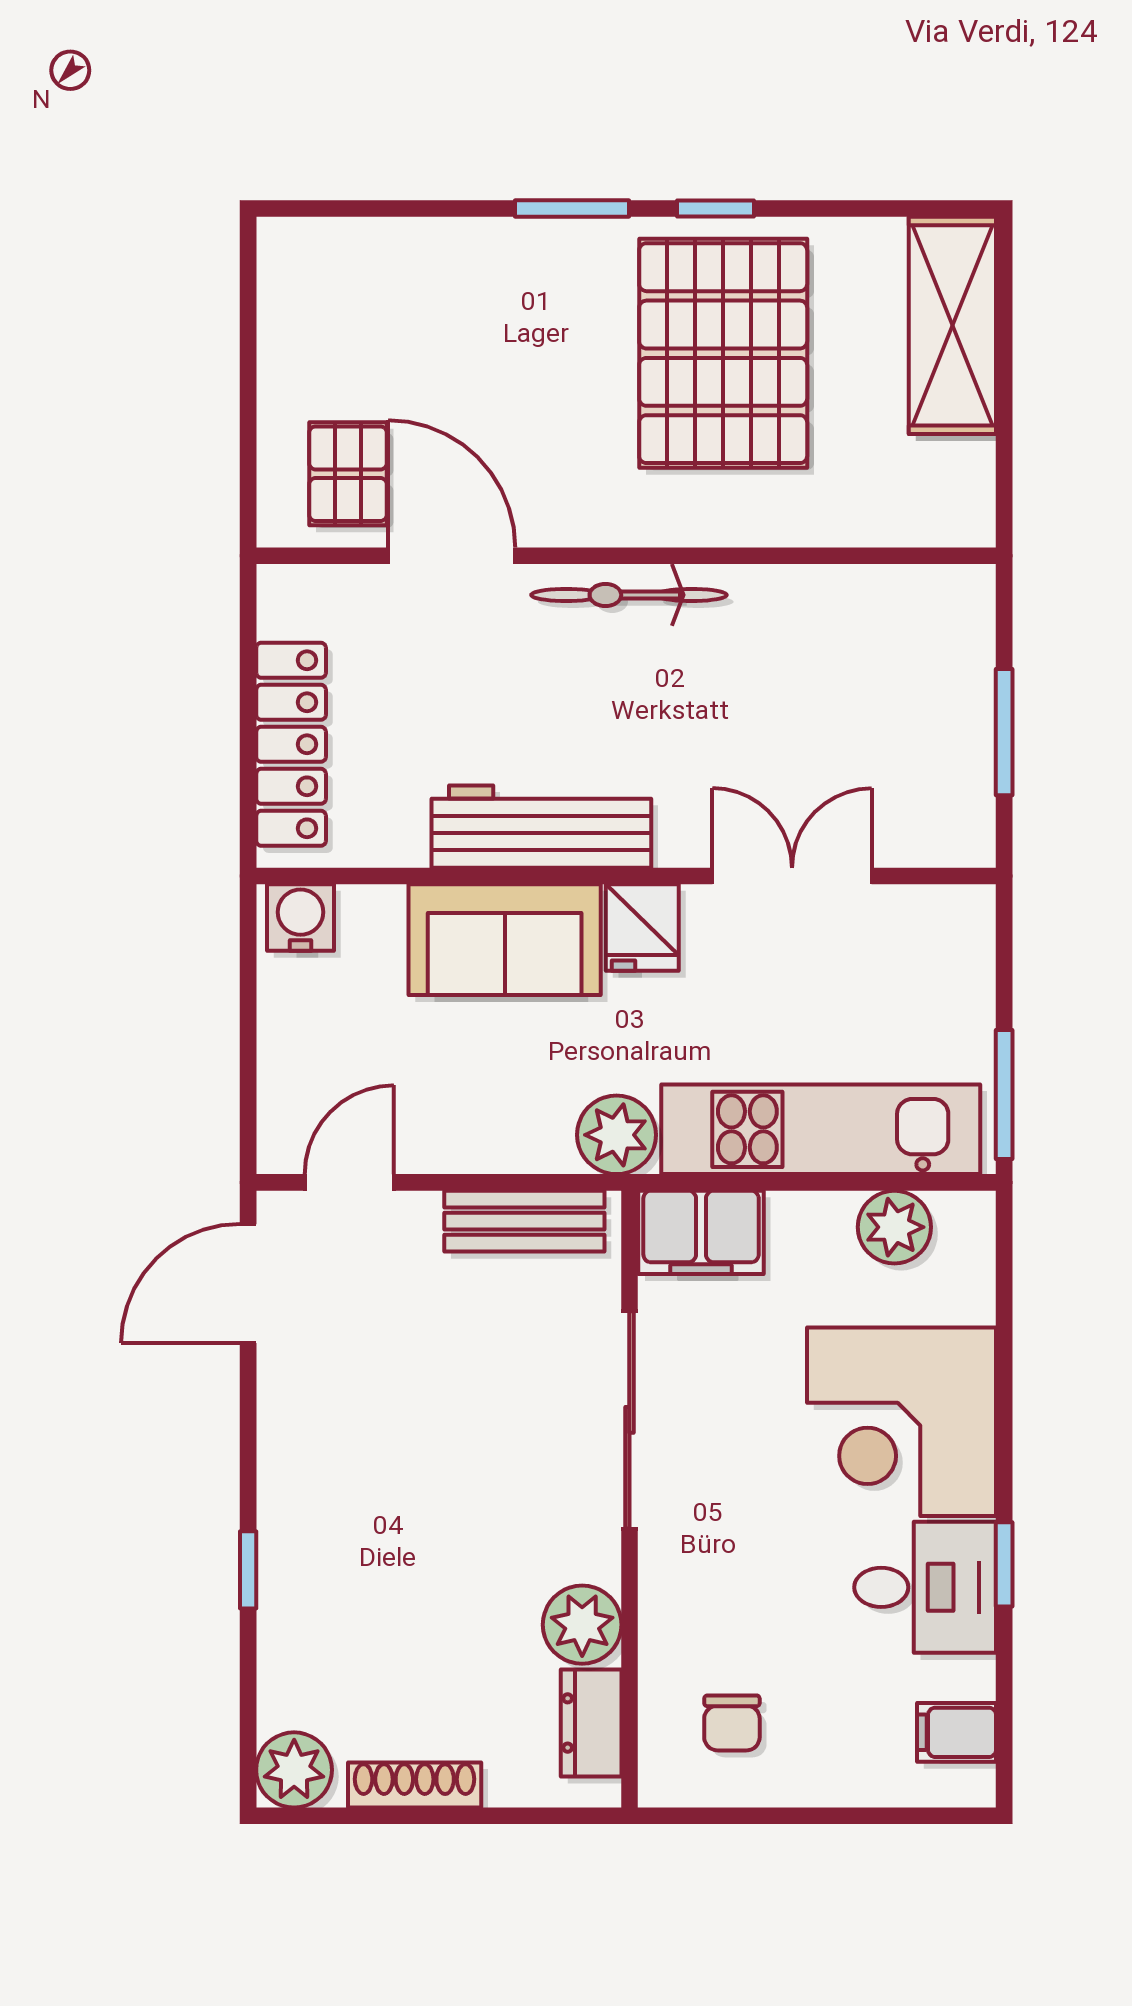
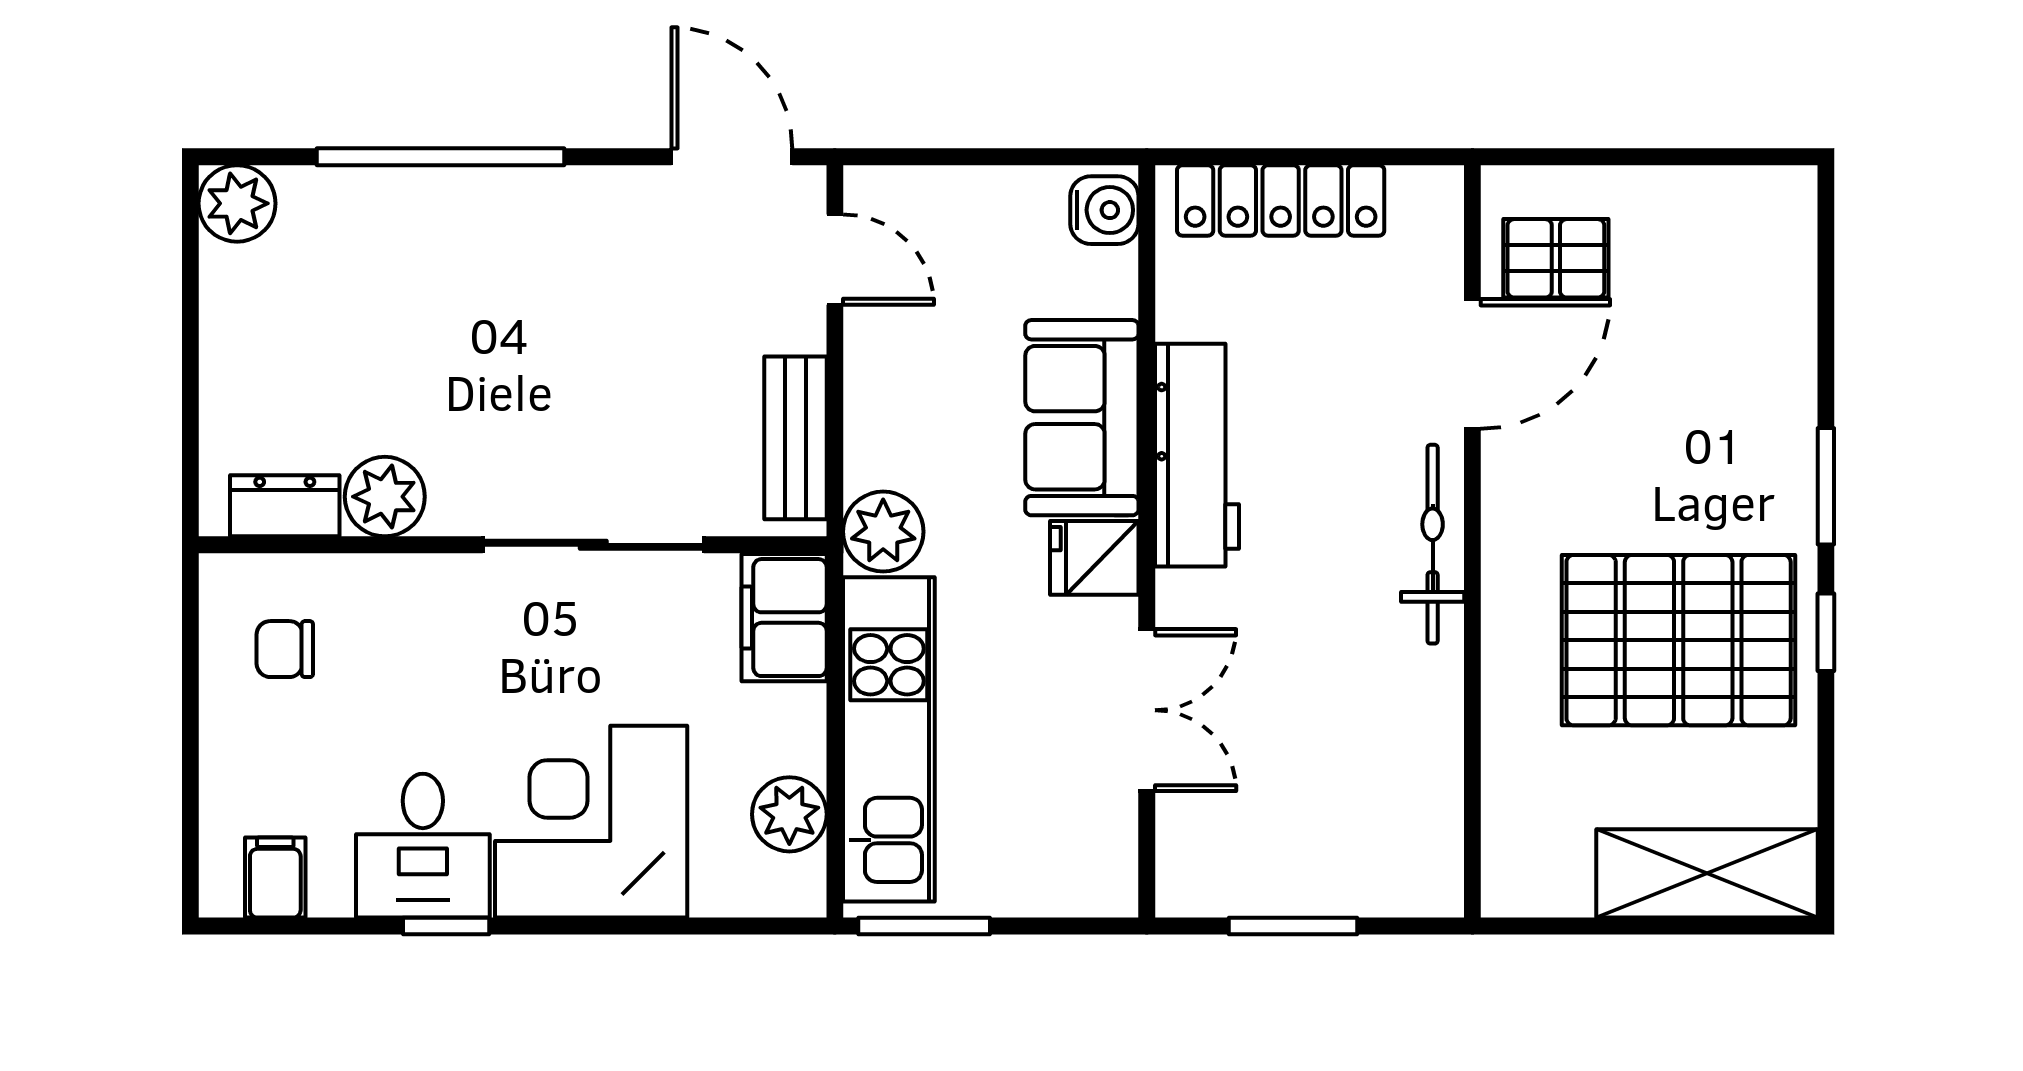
window: (248, 1570) -> (441, 157), width x3.17
shoe rack: (415, 1785) -> (222, 326), removed

